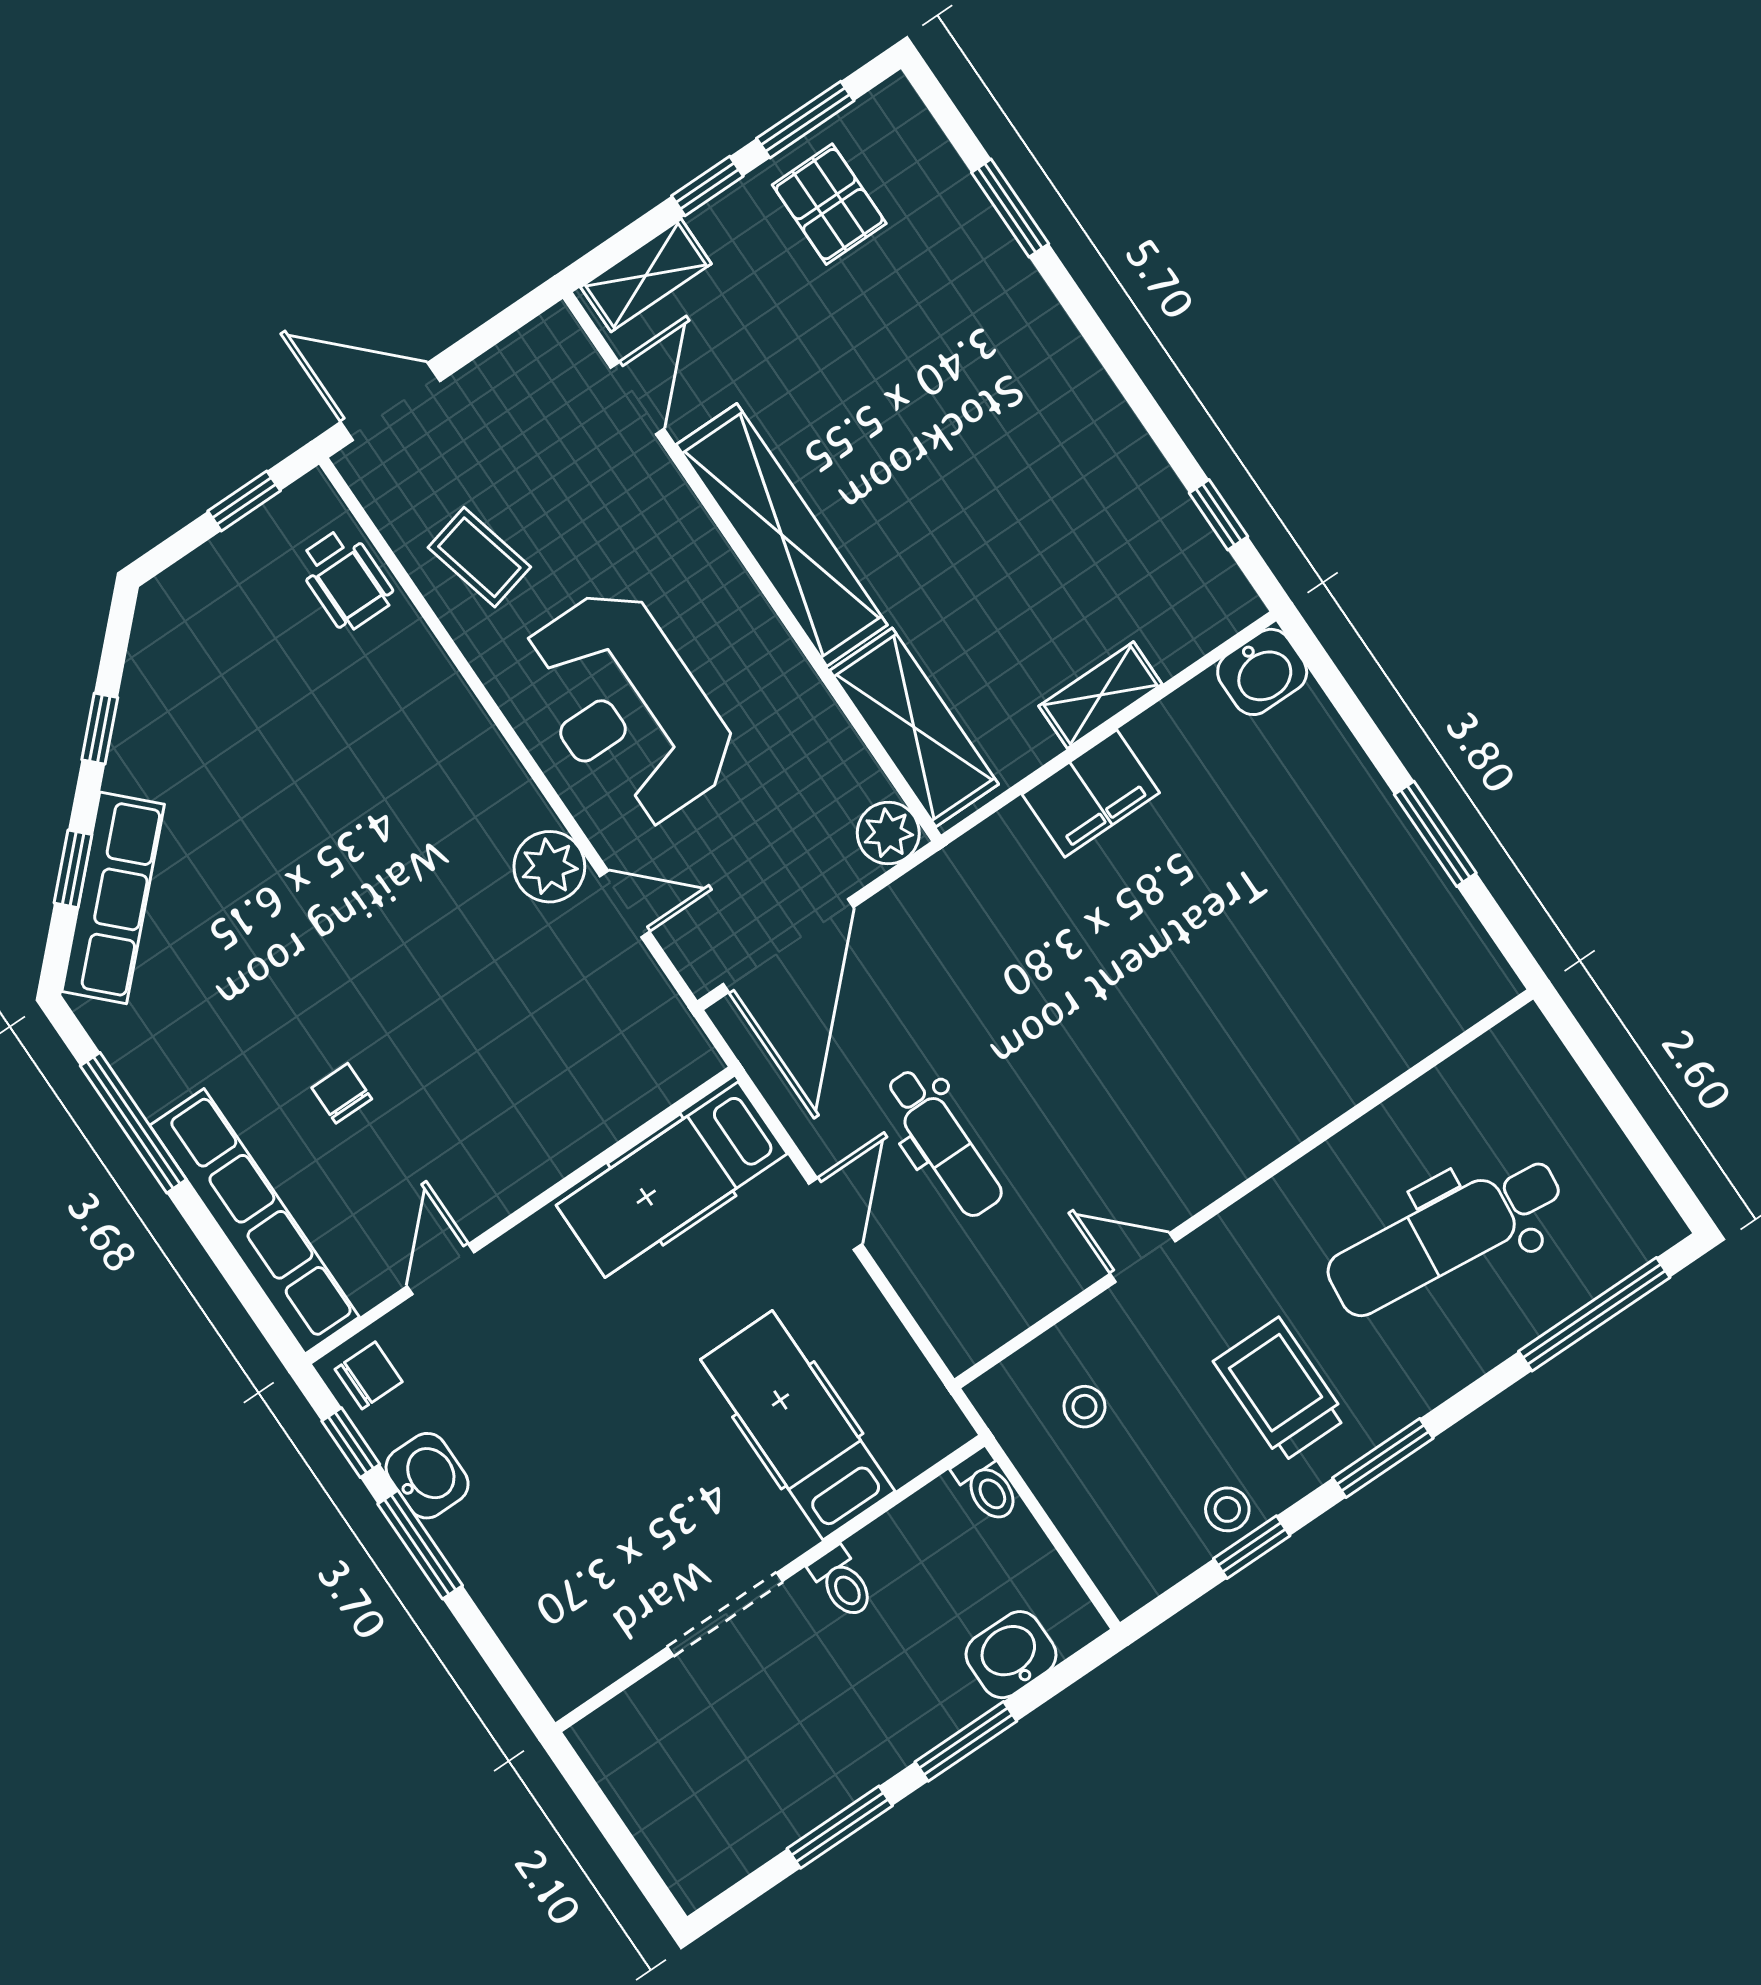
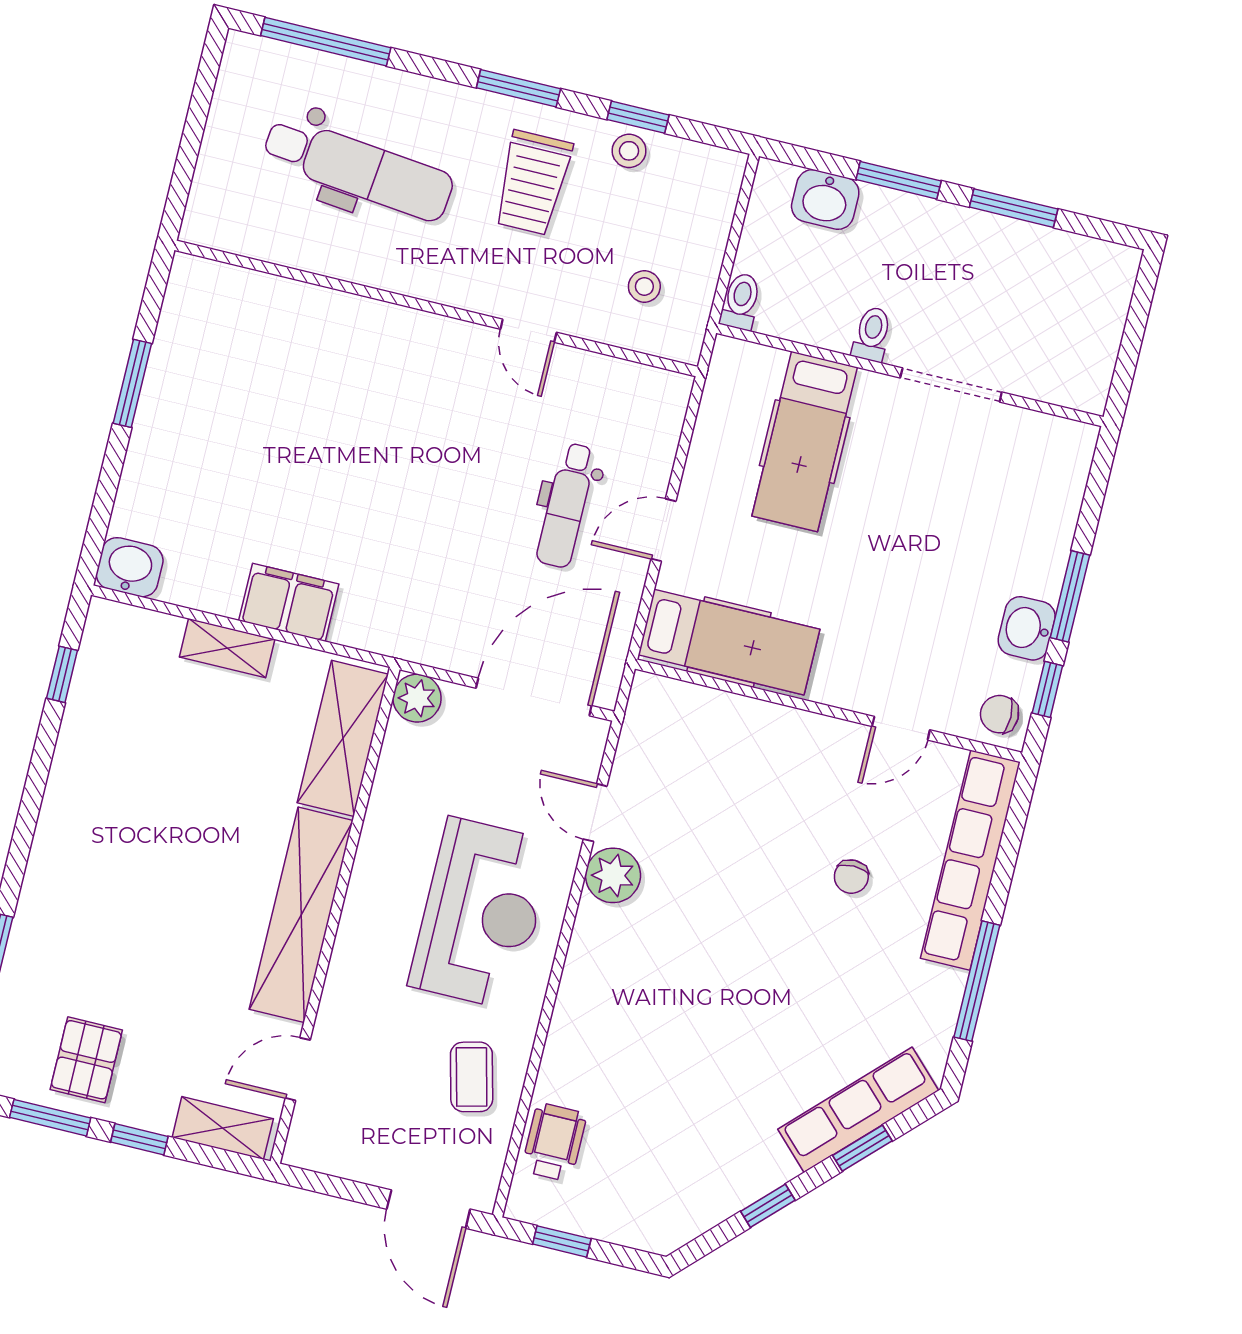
dental chair: (943, 1143) -> (566, 505), turned 180

